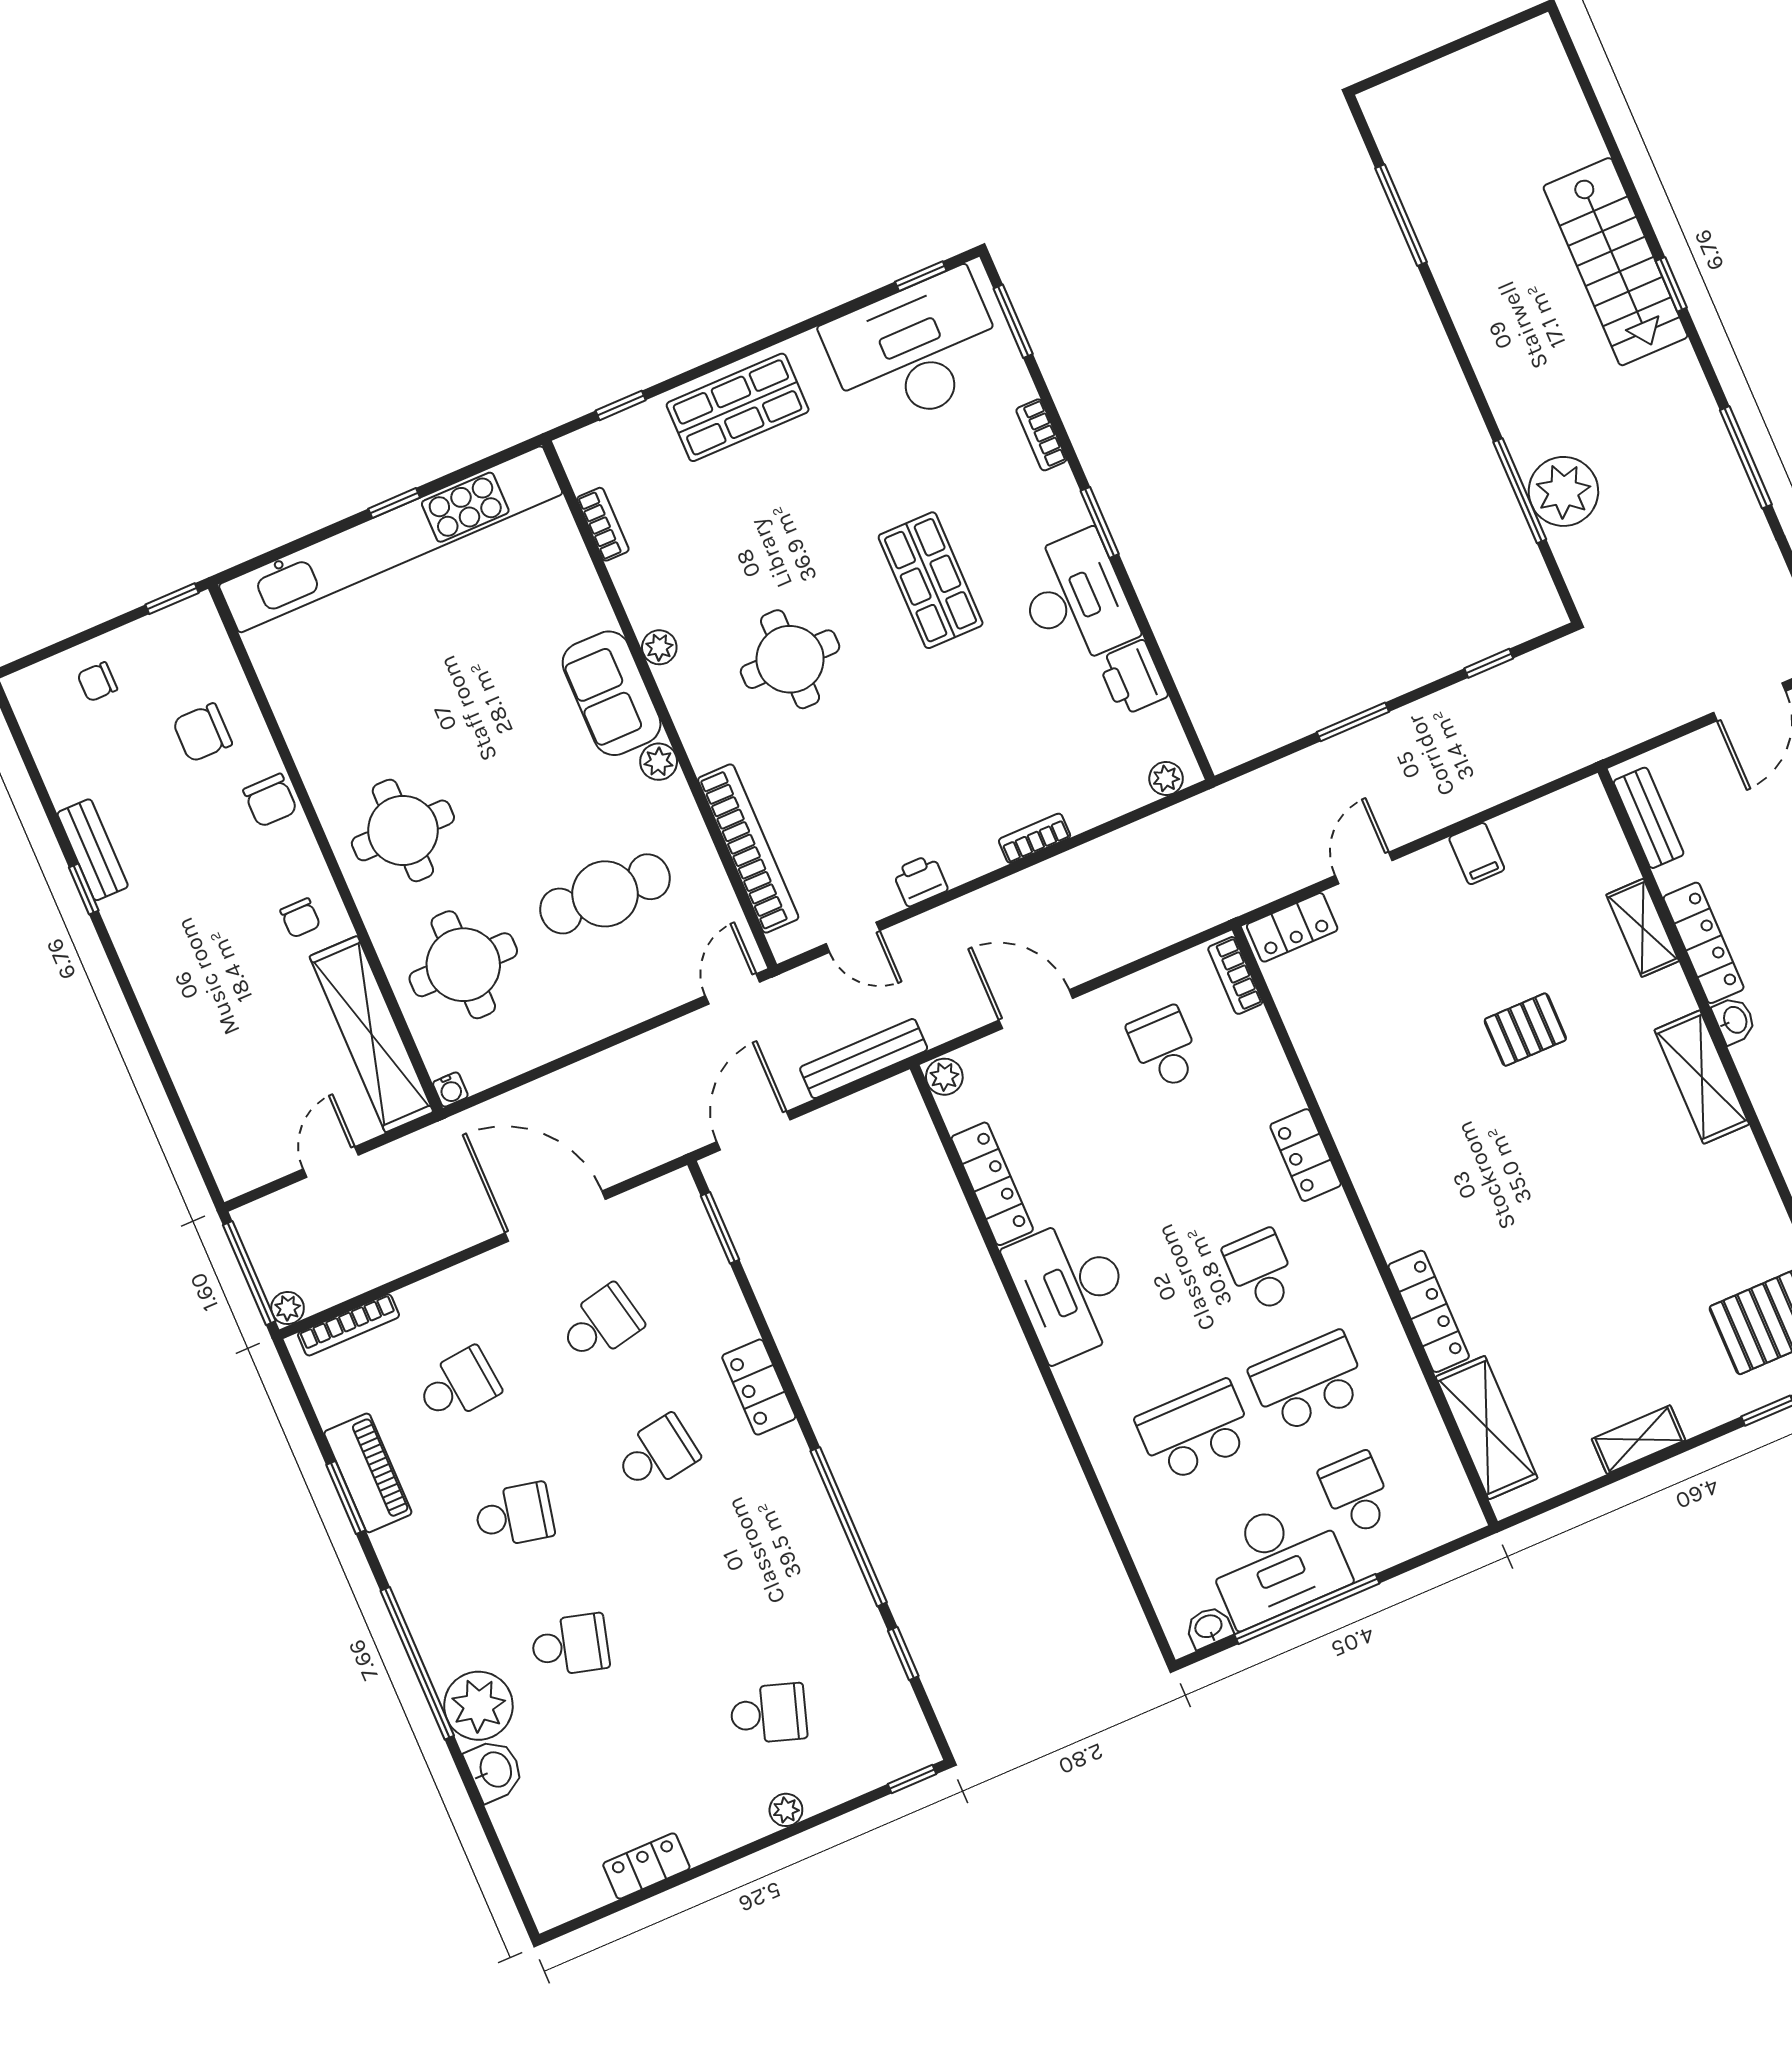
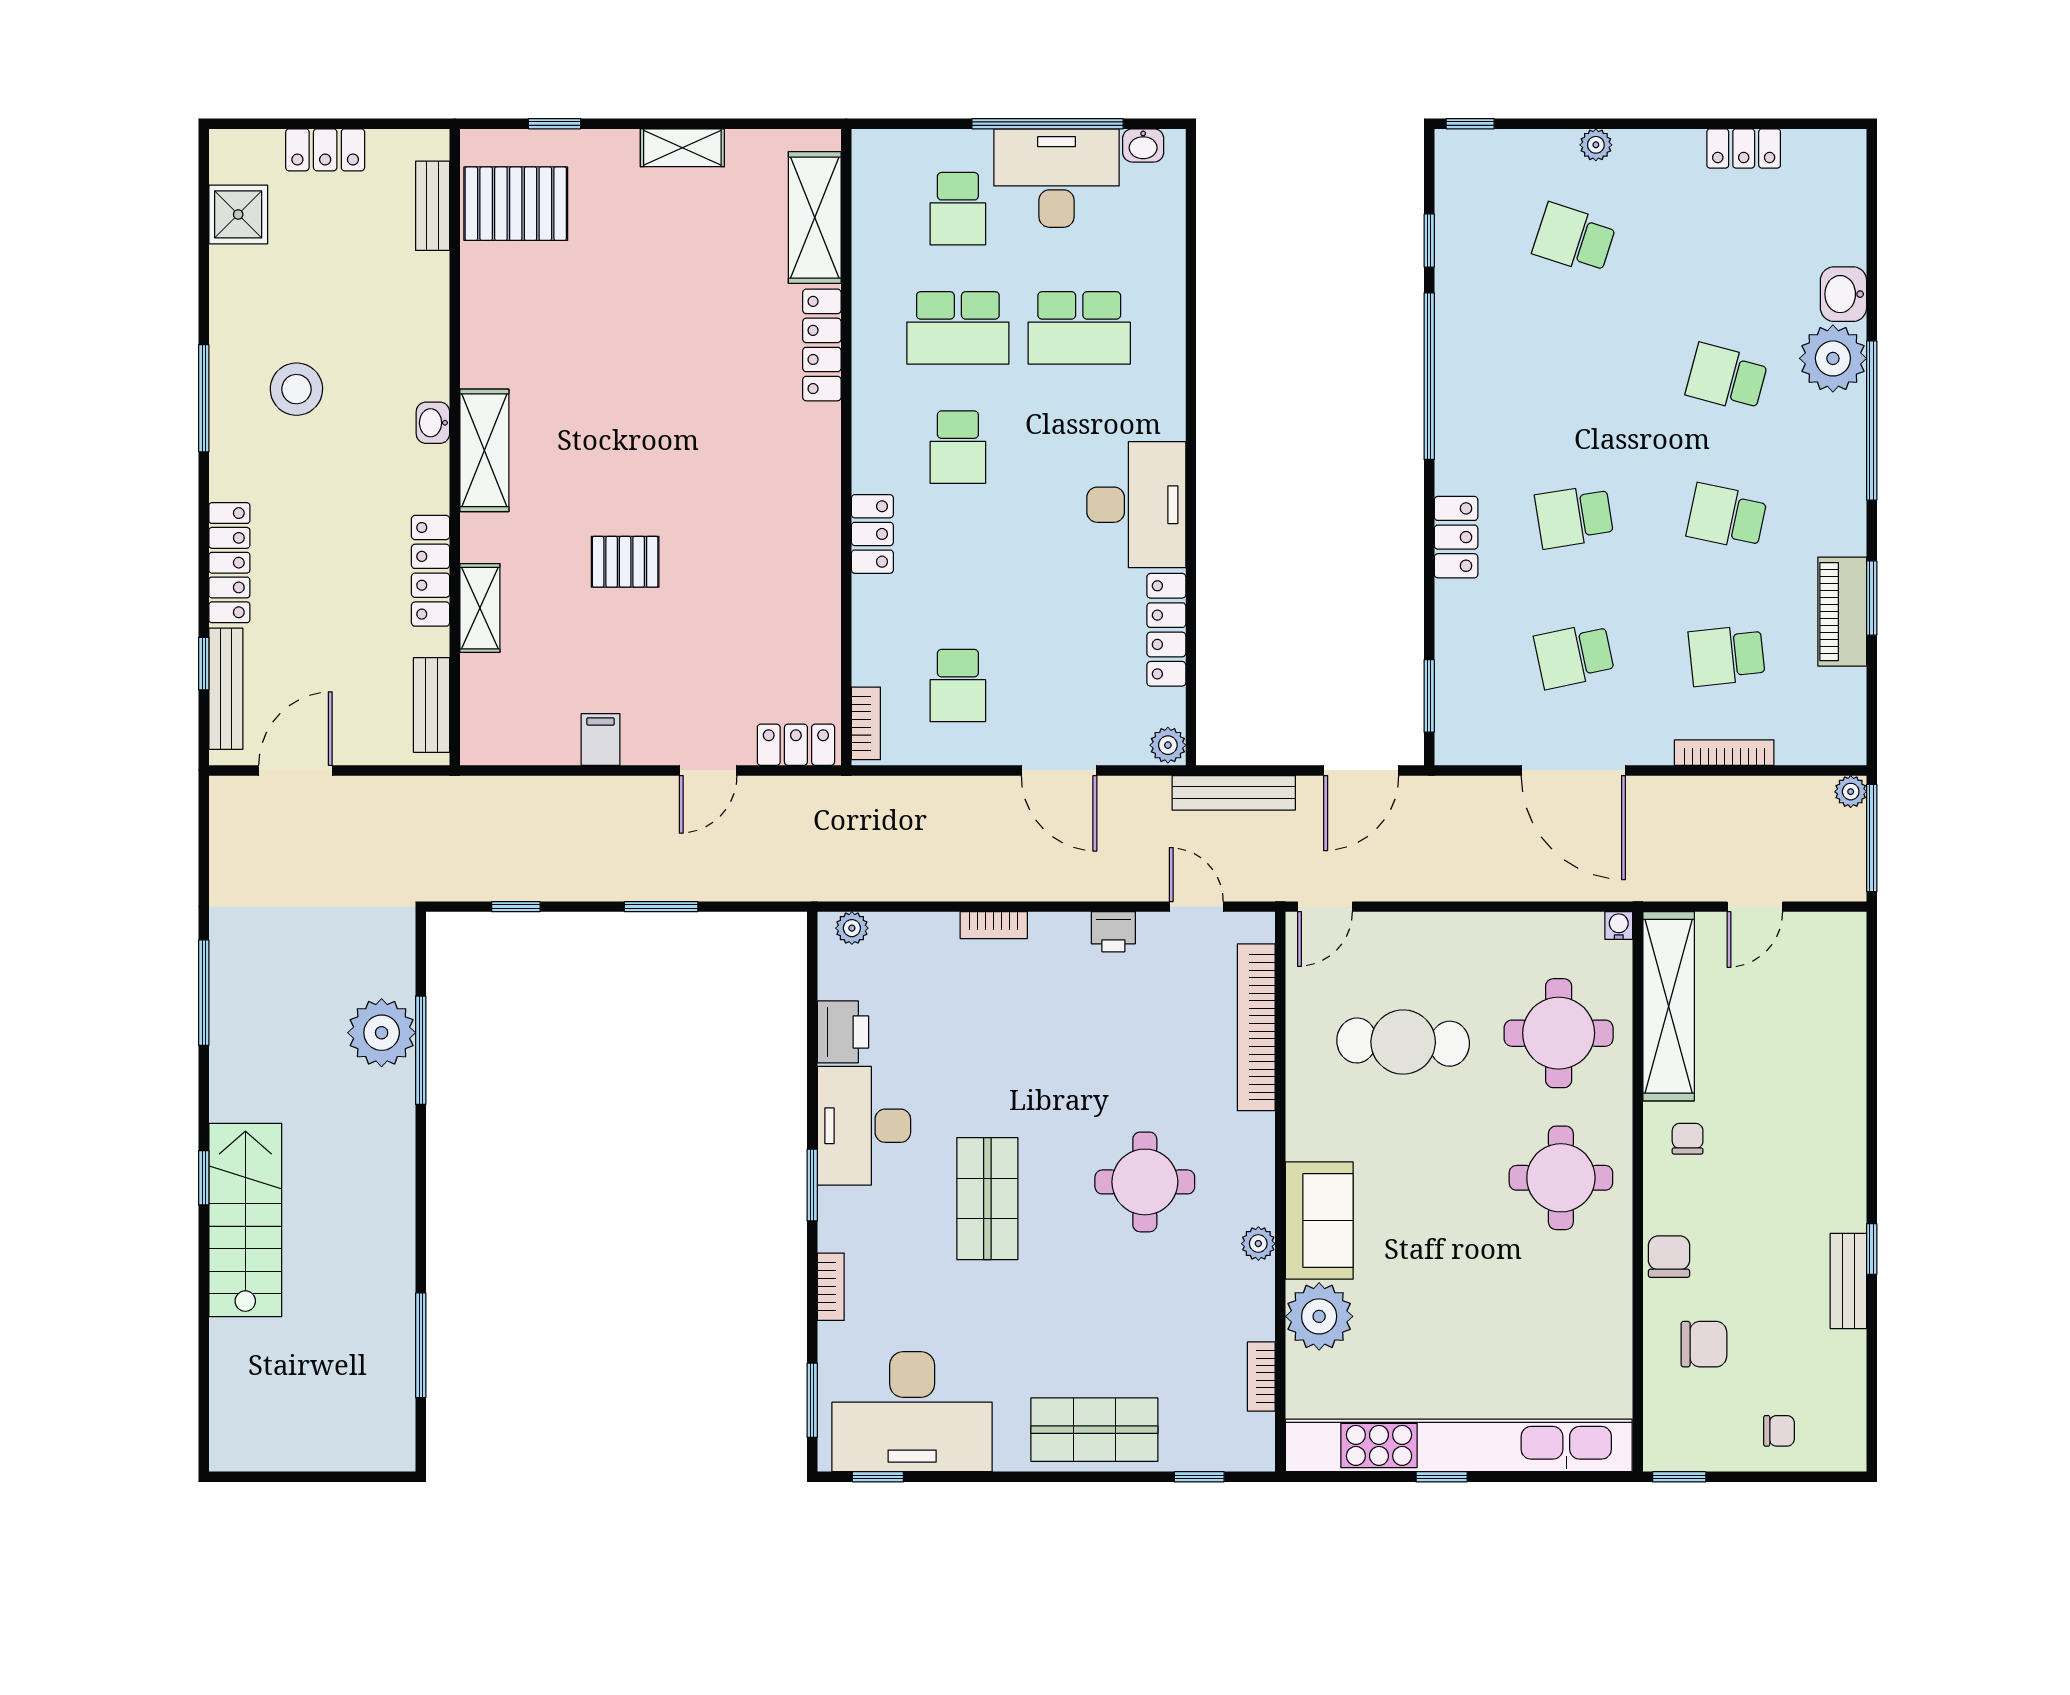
plant: (659, 762) -> (1319, 1316), moved, width x1.87, depth x1.87
washbasin: (1734, 1020) -> (433, 423), moved
bookcase: (349, 1325) -> (1724, 753), moved

